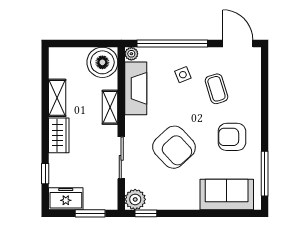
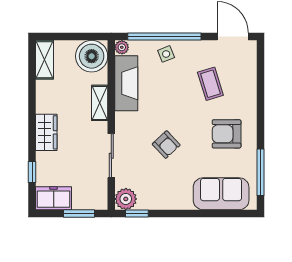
side table: (183, 75) -> (166, 54), moved
shelving: (57, 98) -> (44, 60), moved
armchair: (174, 147) -> (166, 145), width x0.53, depth x0.53

